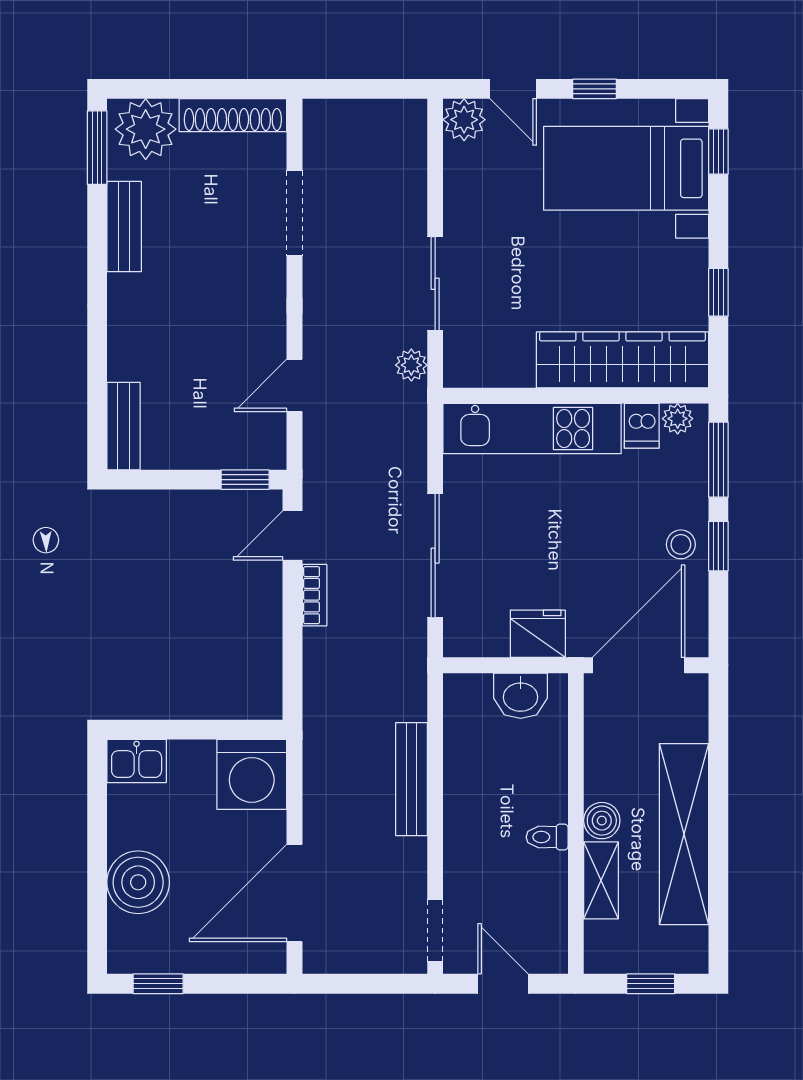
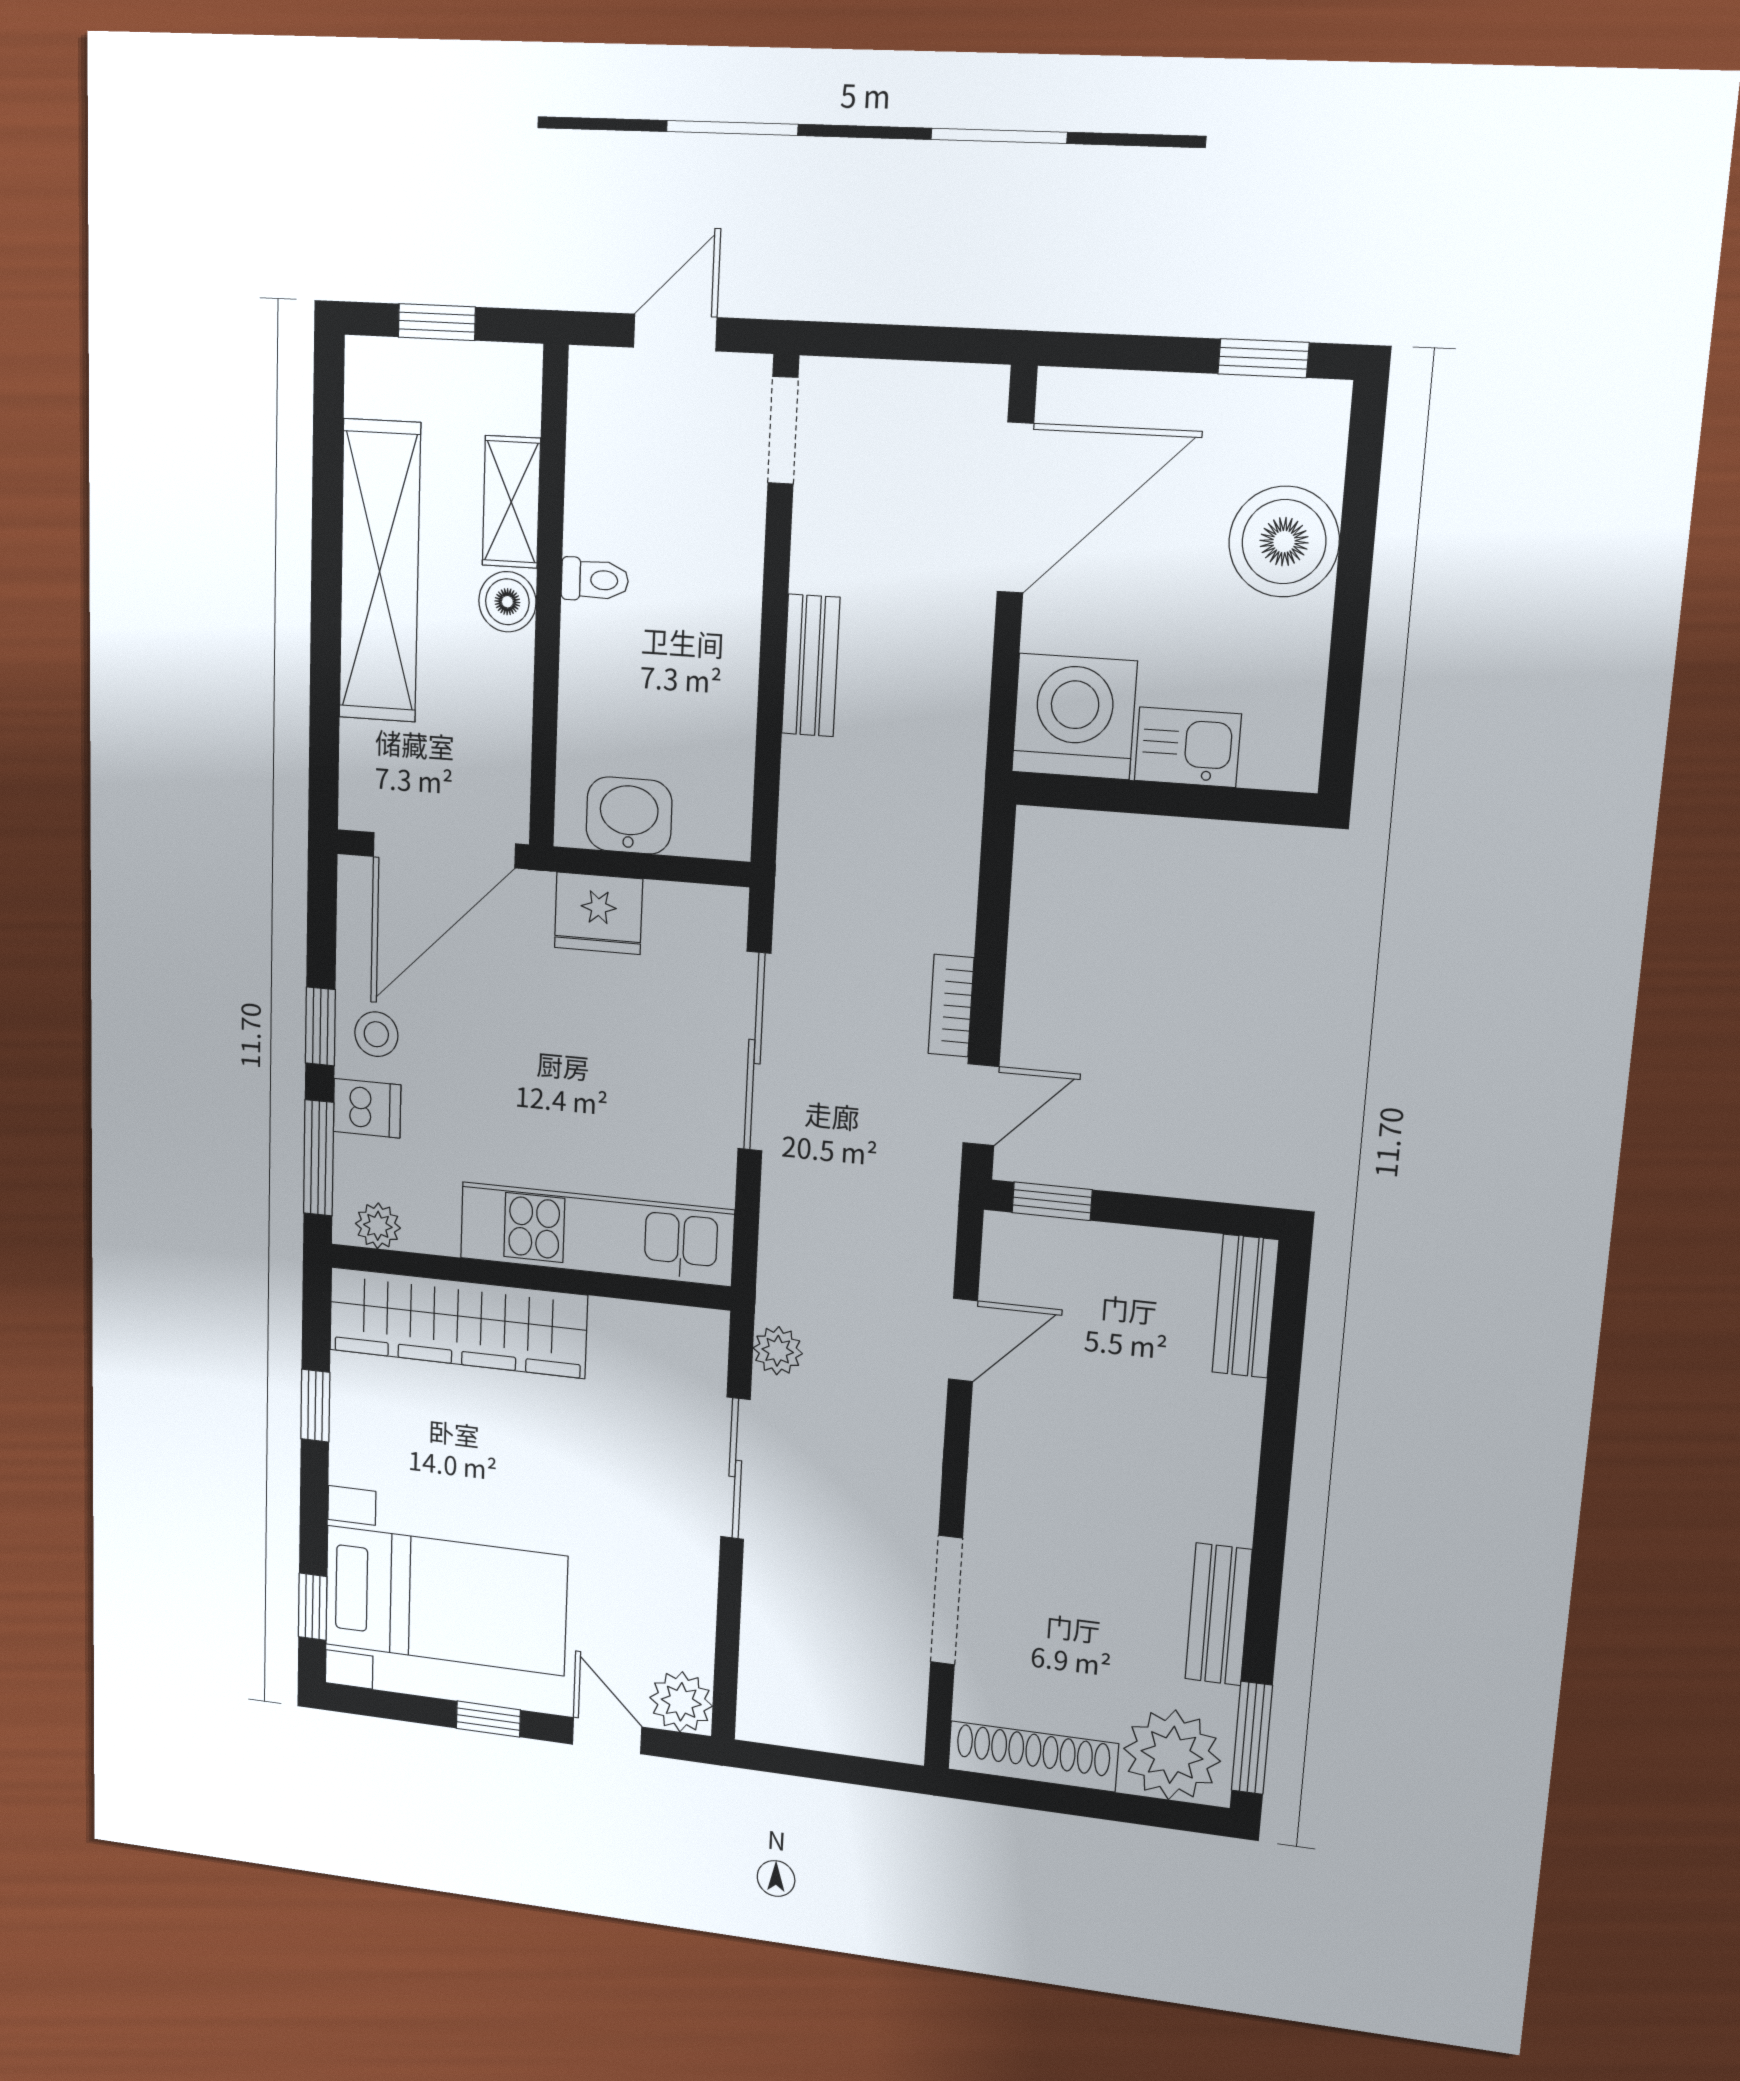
dishwasher: (642, 426) -> (367, 1108), moved, turned 90
kitchen sink: (137, 761) -> (1188, 747), moved
bench: (412, 779) -> (811, 666), width x0.73
door: (503, 984) -> (675, 333), swing flipped

